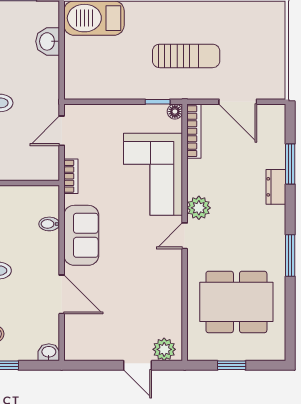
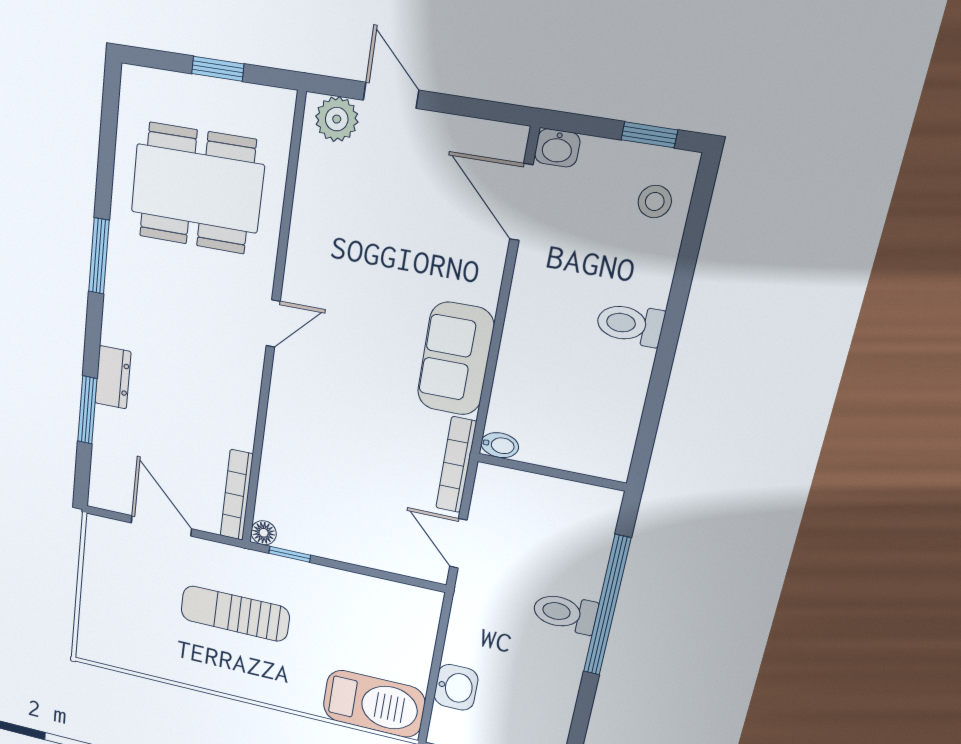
door: (62, 131) -> (458, 543), swing flipped
corner sofa: (153, 174) -> (313, 439), removed
bookcase: (71, 176) -> (456, 465), width x1.56
plant: (199, 208) -> (243, 367), removed
bidet: (49, 224) -> (500, 445), moved
door: (62, 294) -> (521, 202), moved

